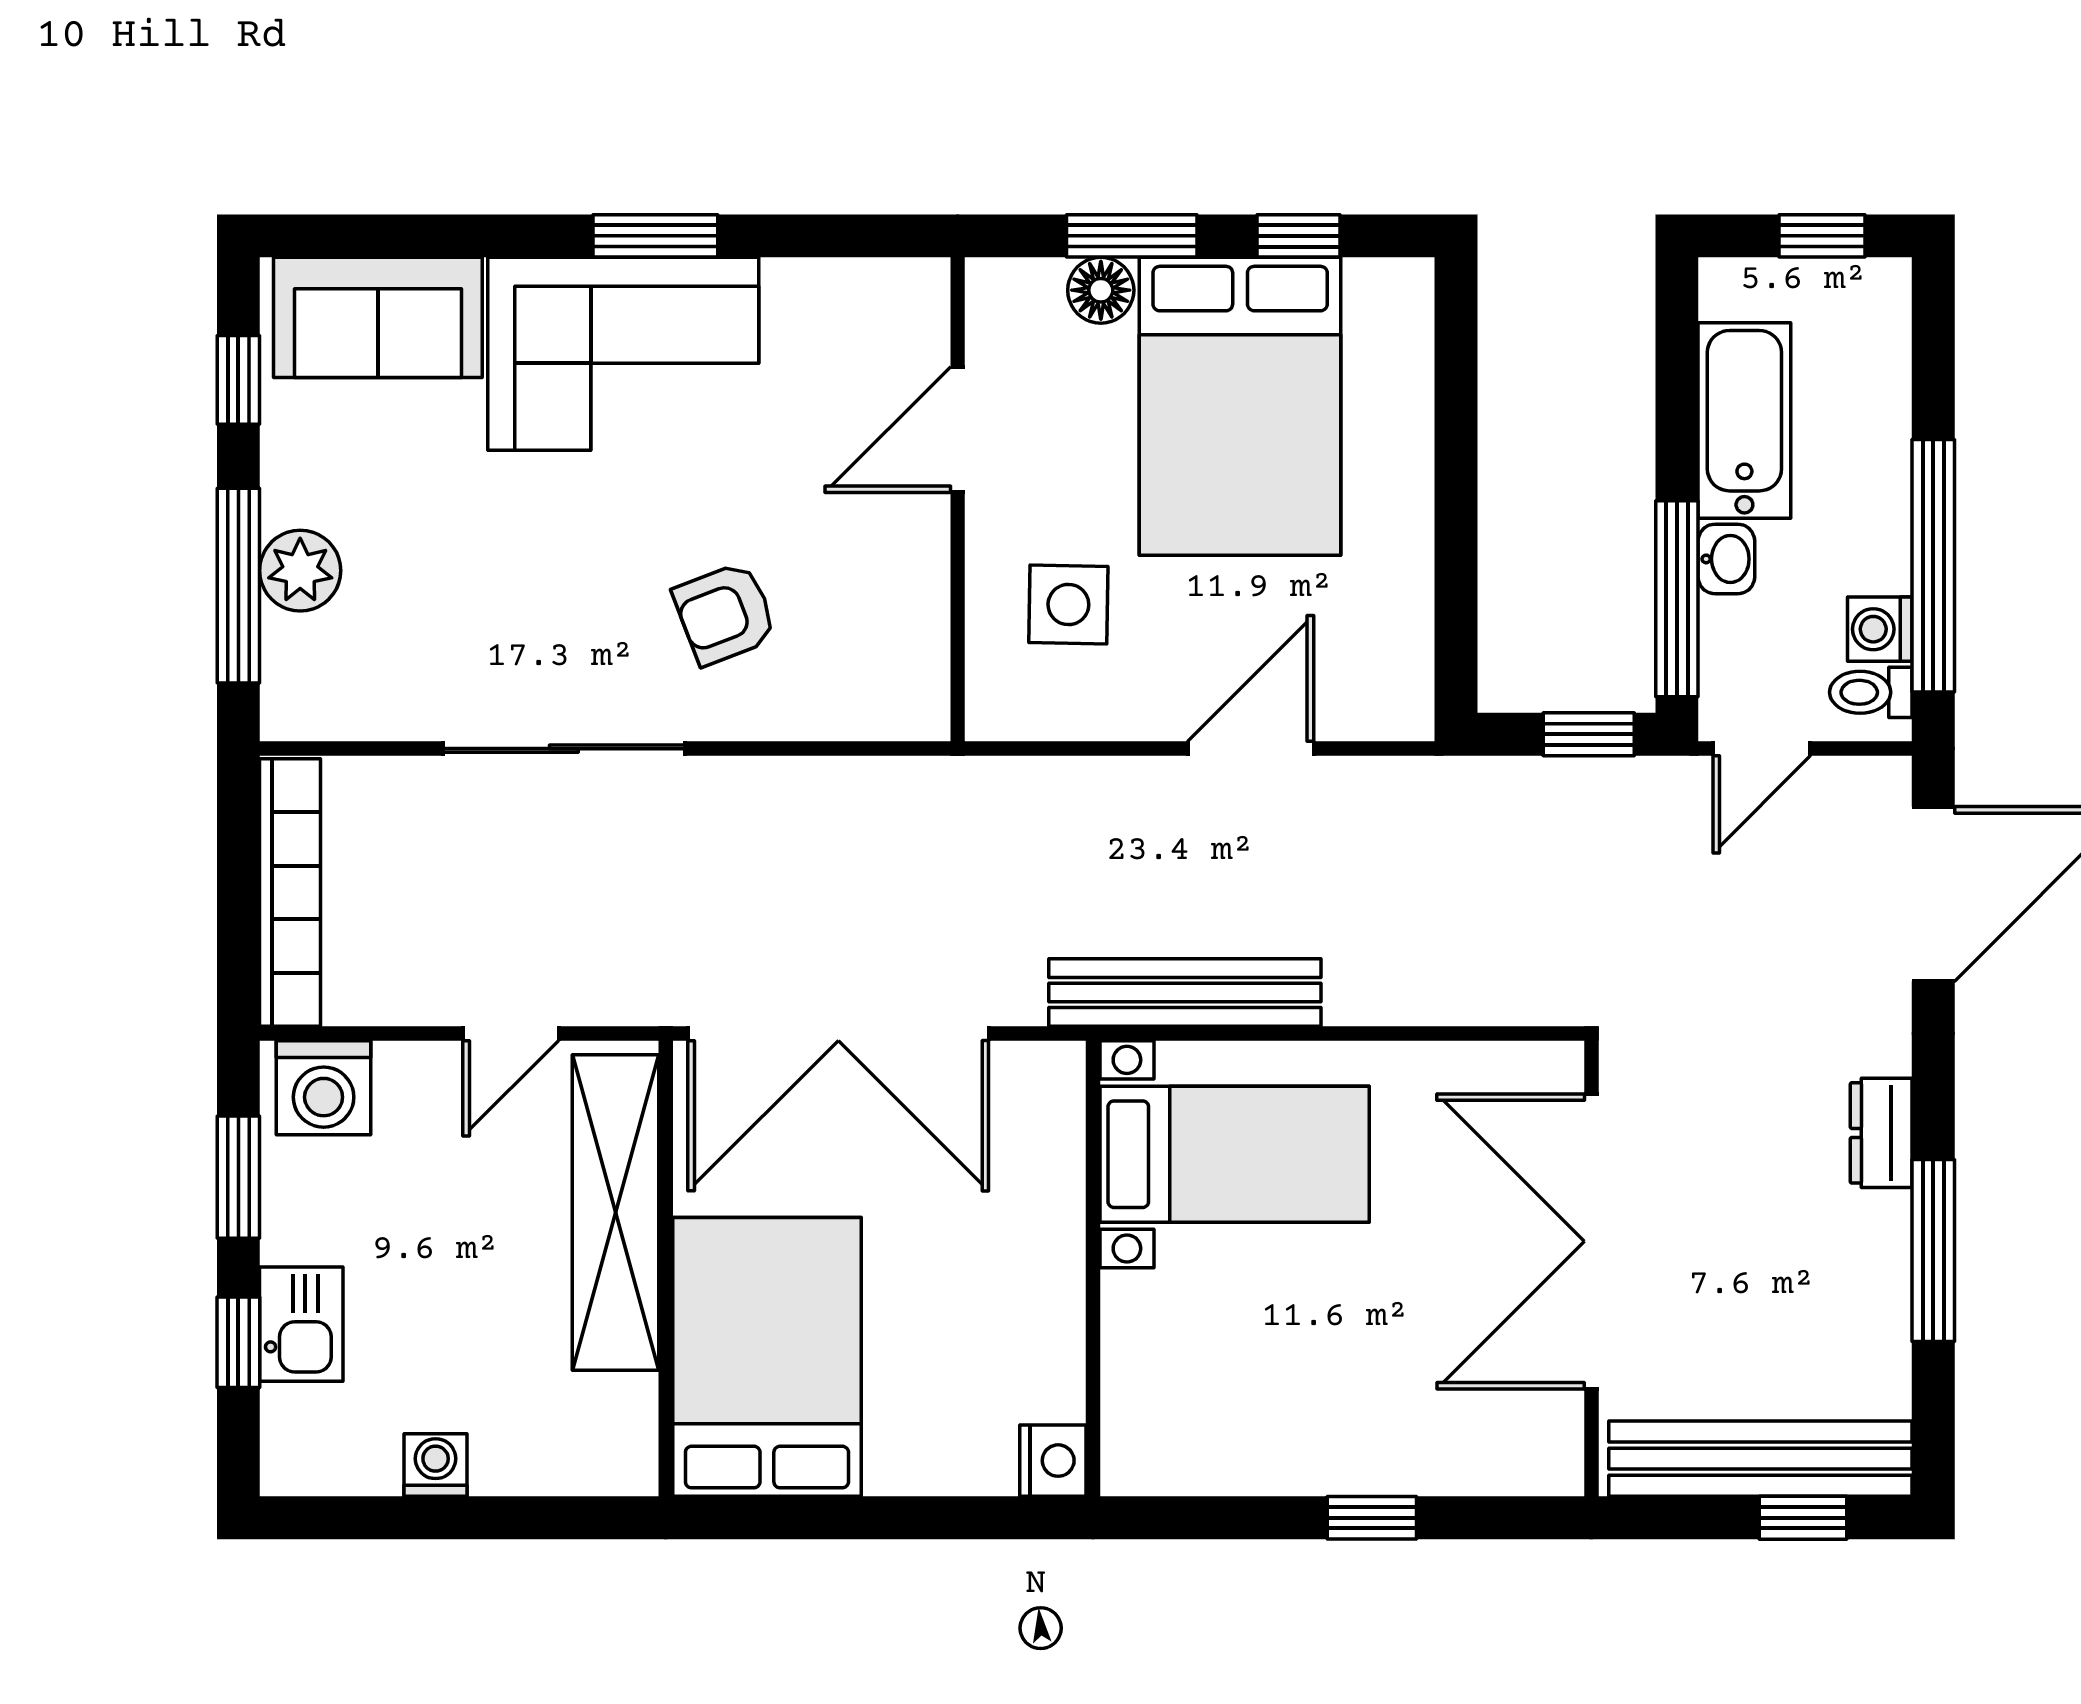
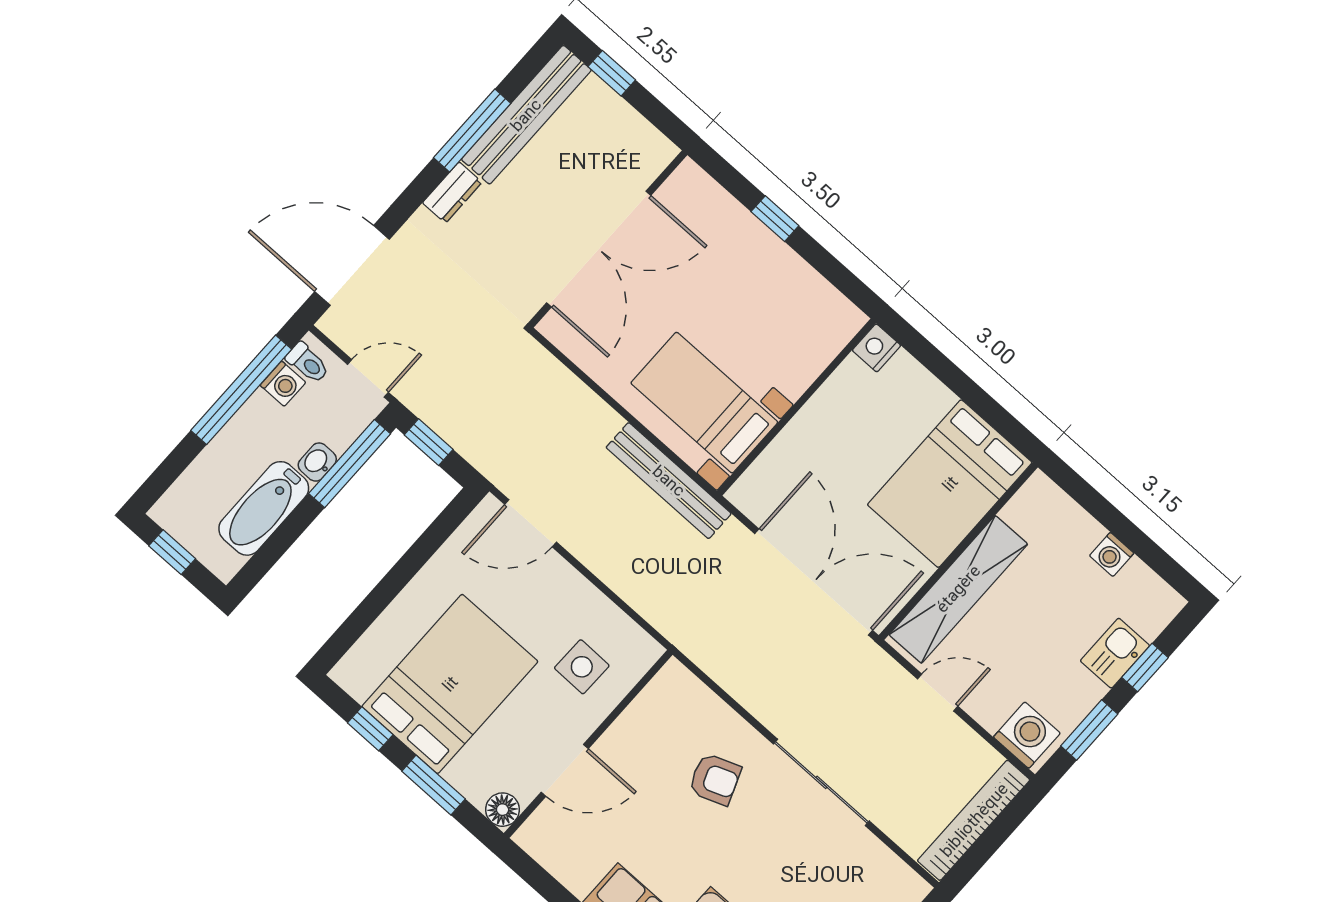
floor lamp: (1101, 290) -> (503, 810), moved
door: (1251, 749) -> (531, 523), moved
bench: (1760, 1459) -> (526, 115), moved, turned 90

